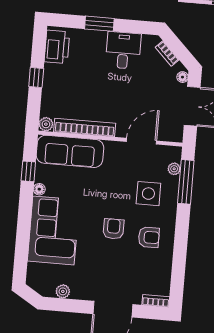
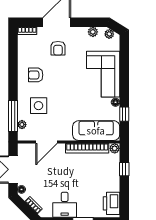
window: (36, 77) -> (124, 169), moved
armchair: (113, 229) -> (58, 48), moved
plant: (40, 287) -> (109, 34), added

